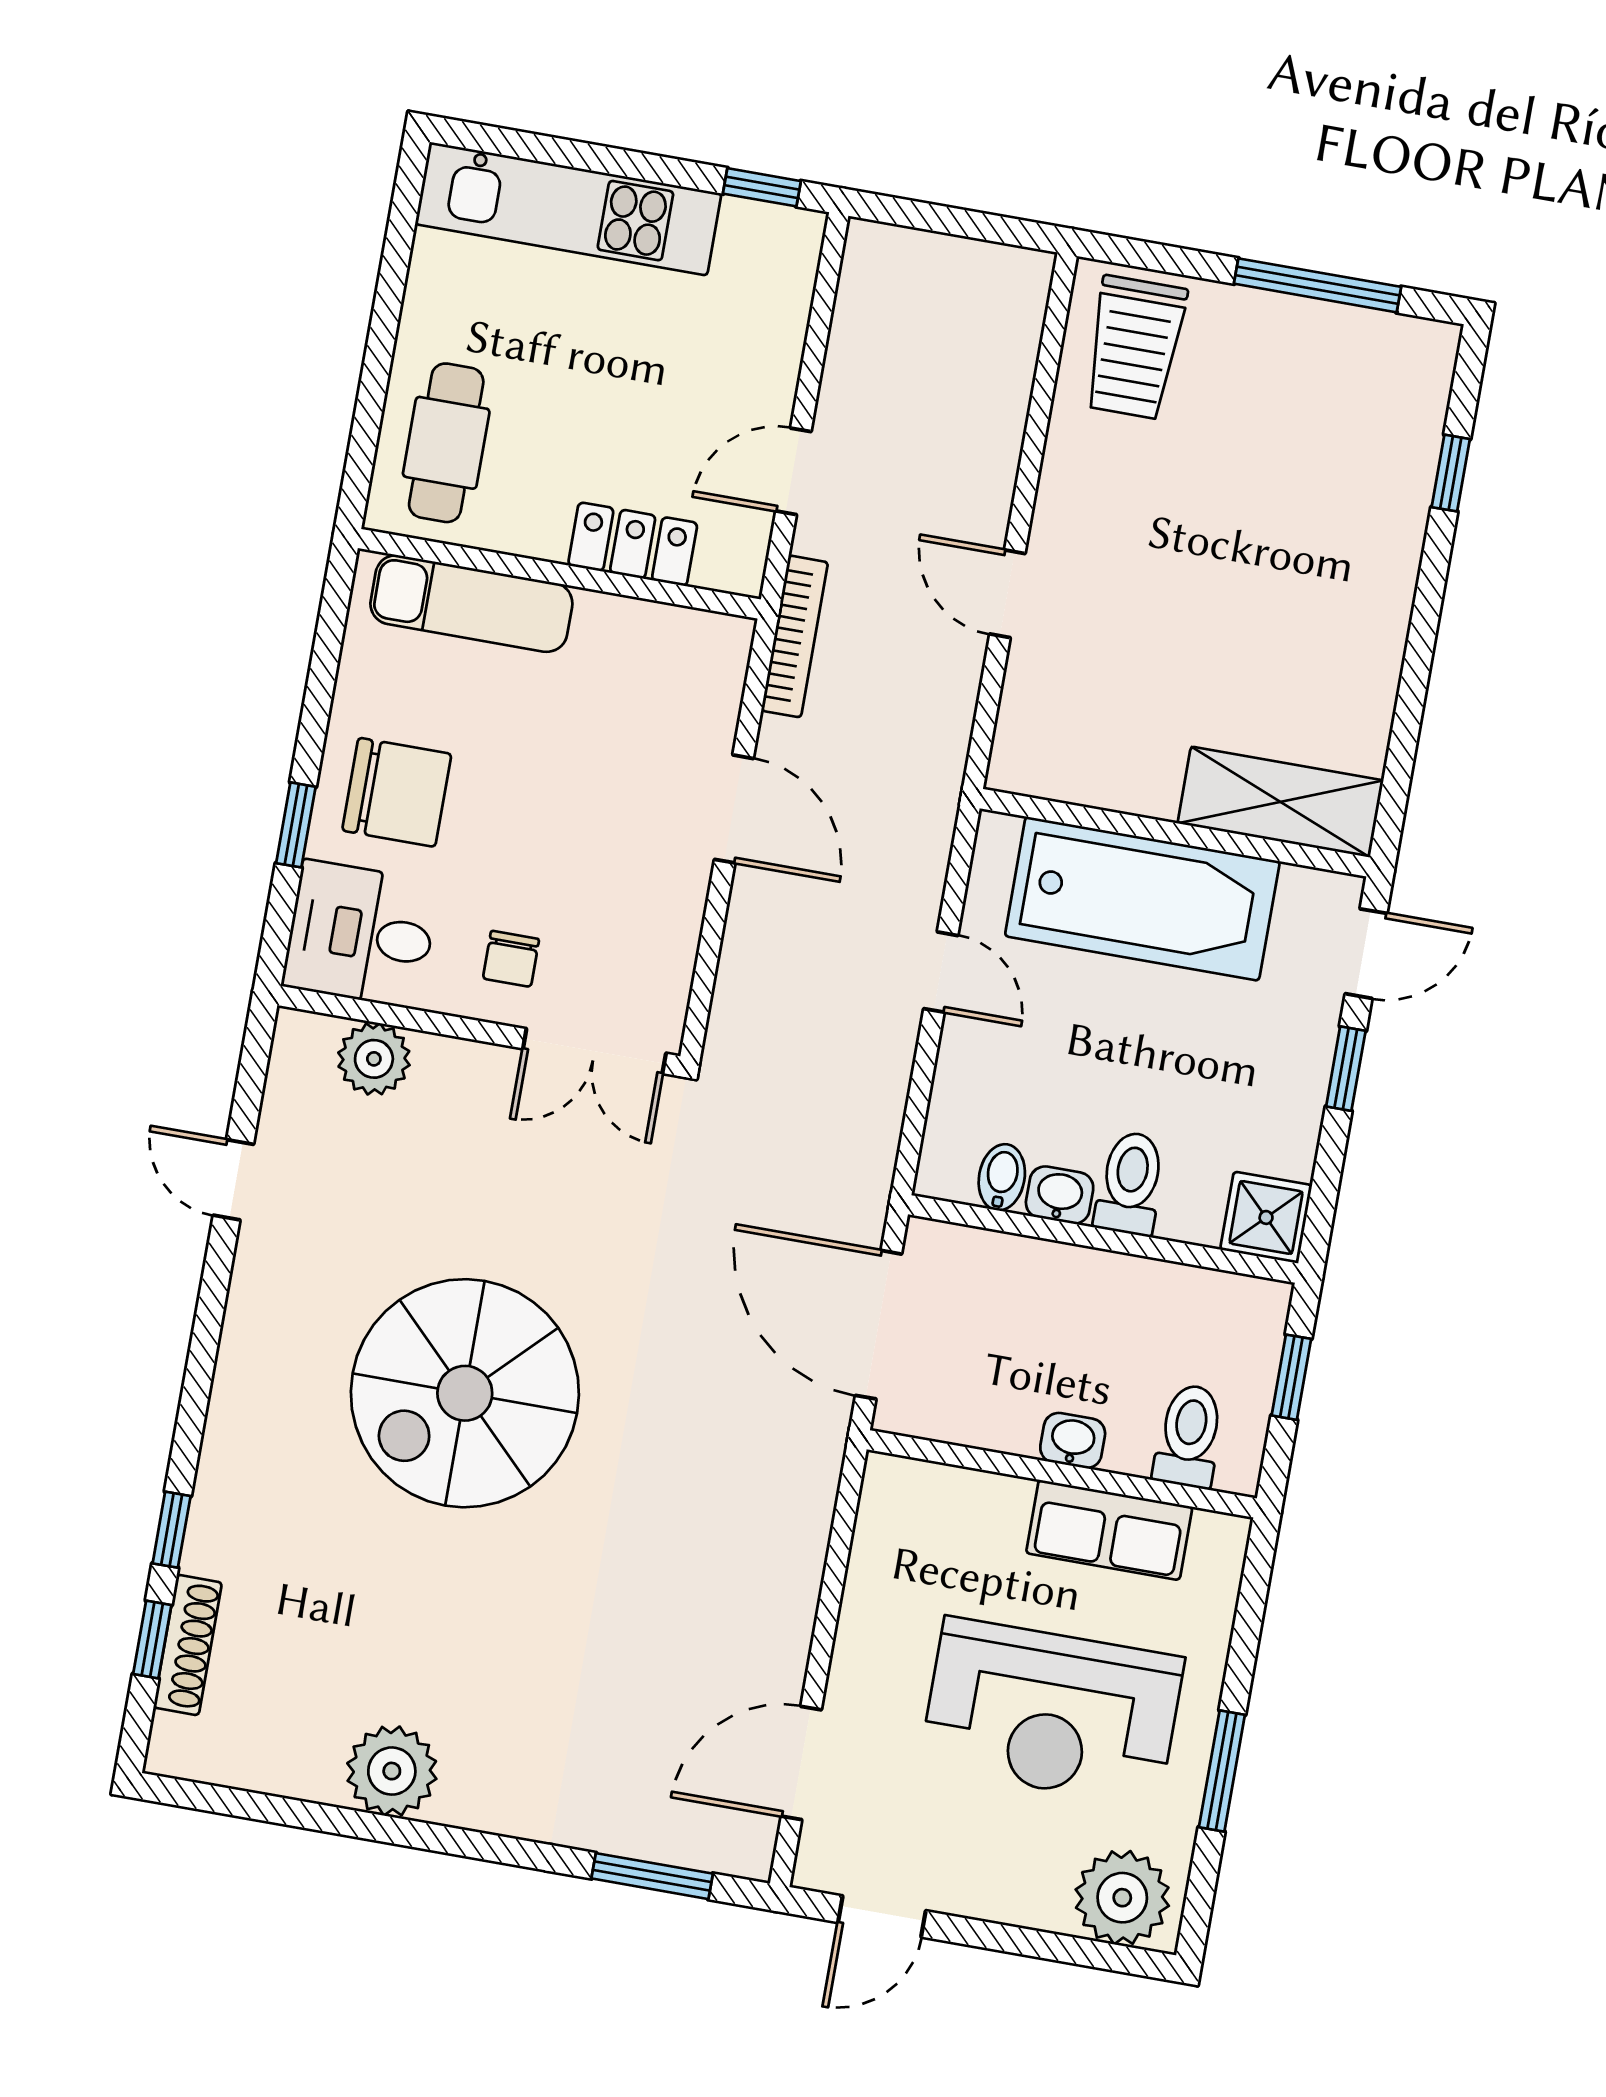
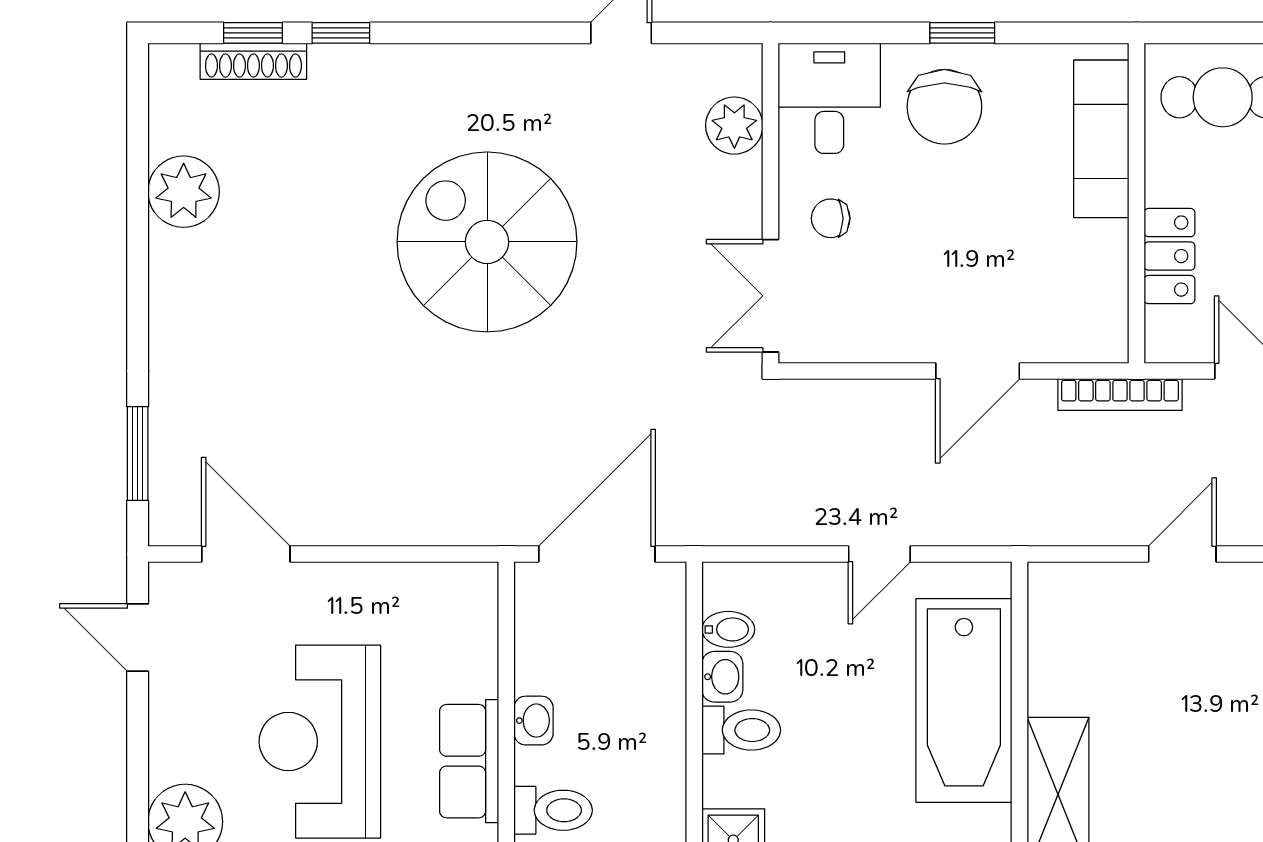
window: (296, 825) -> (962, 33), moved
plant: (392, 1771) -> (184, 192), moved

